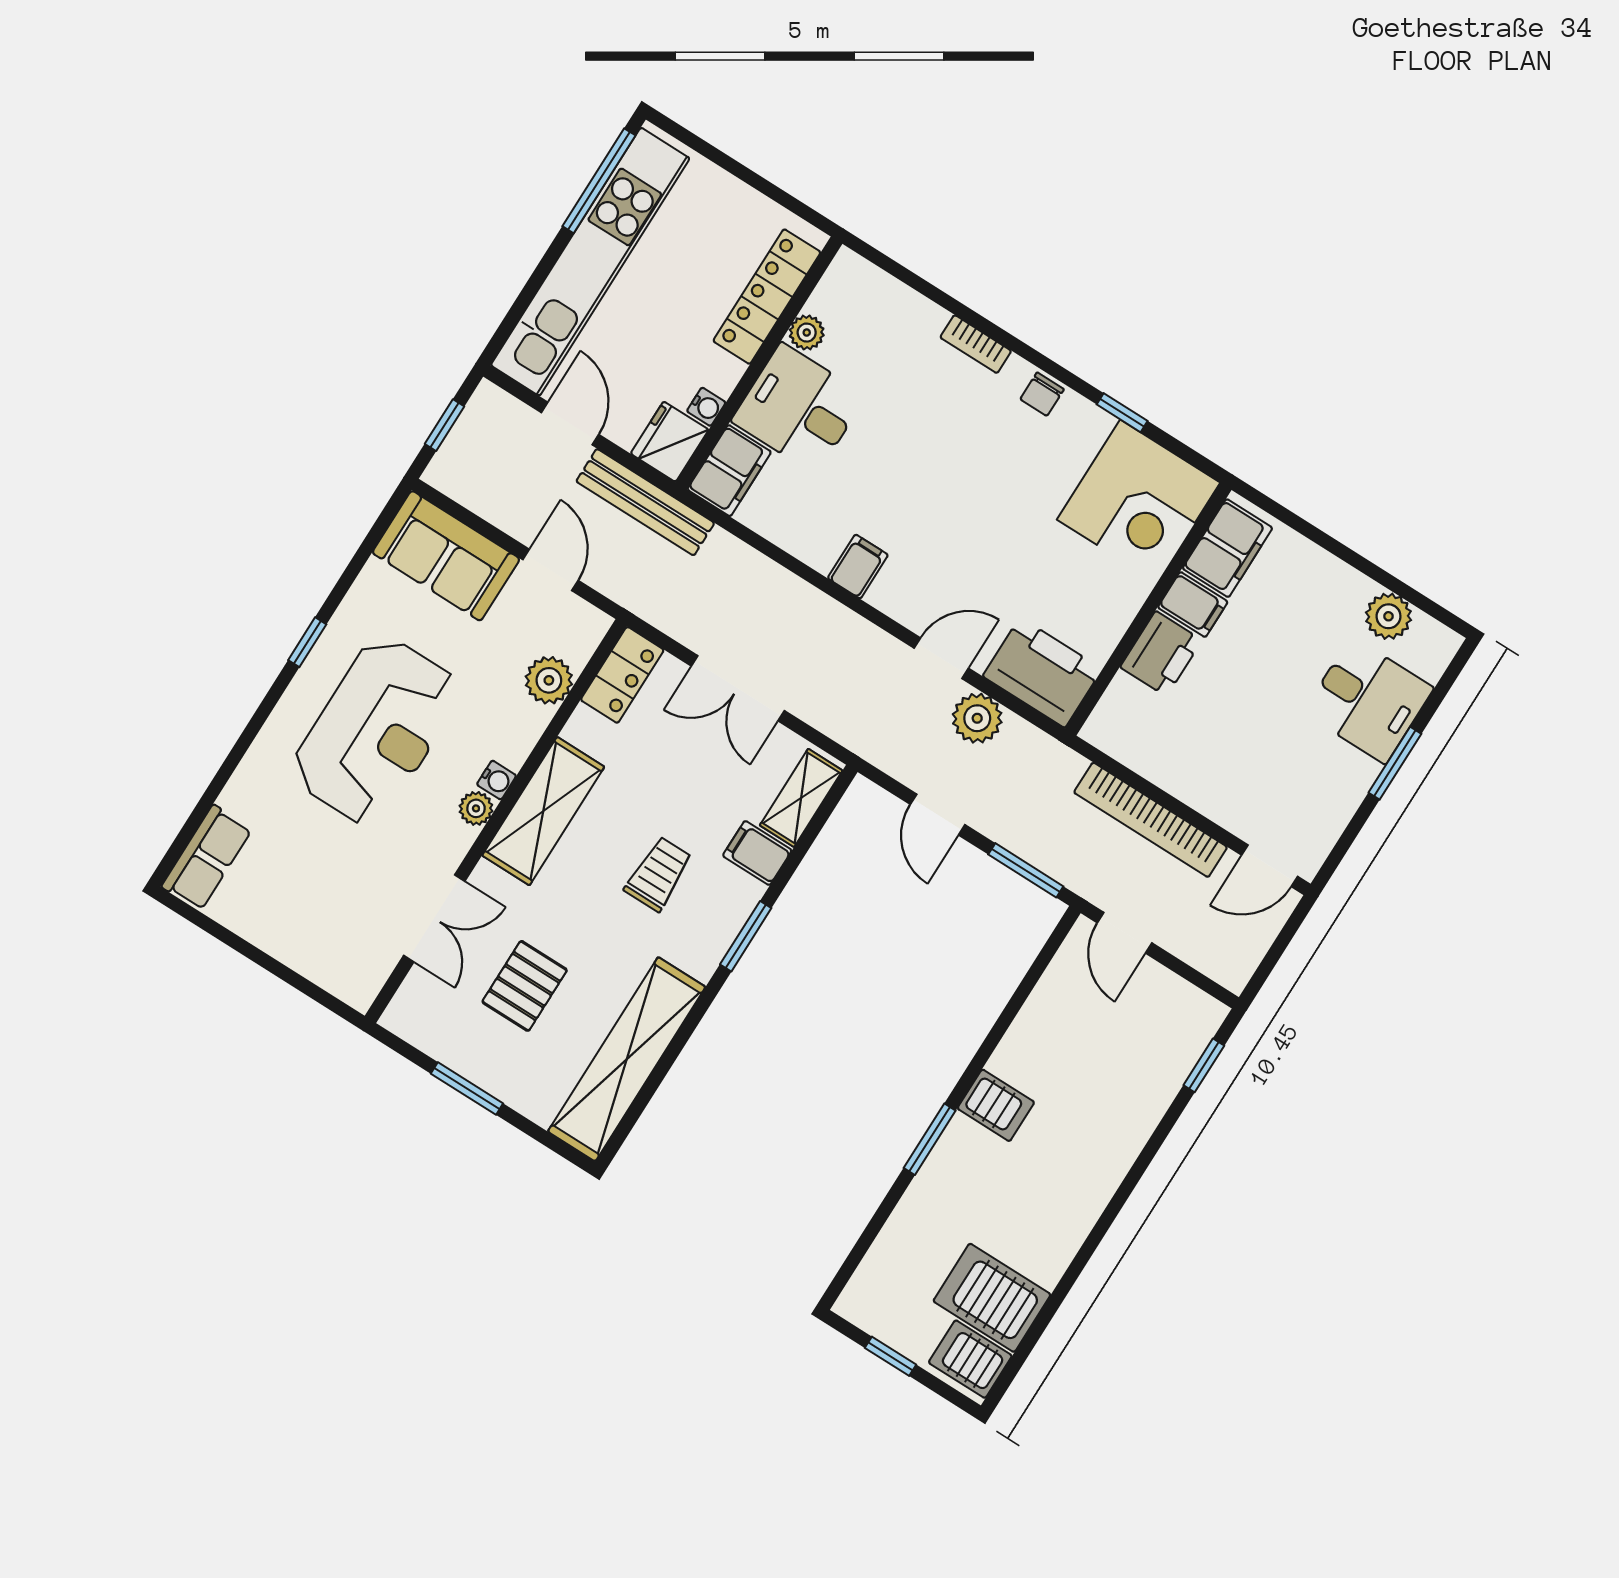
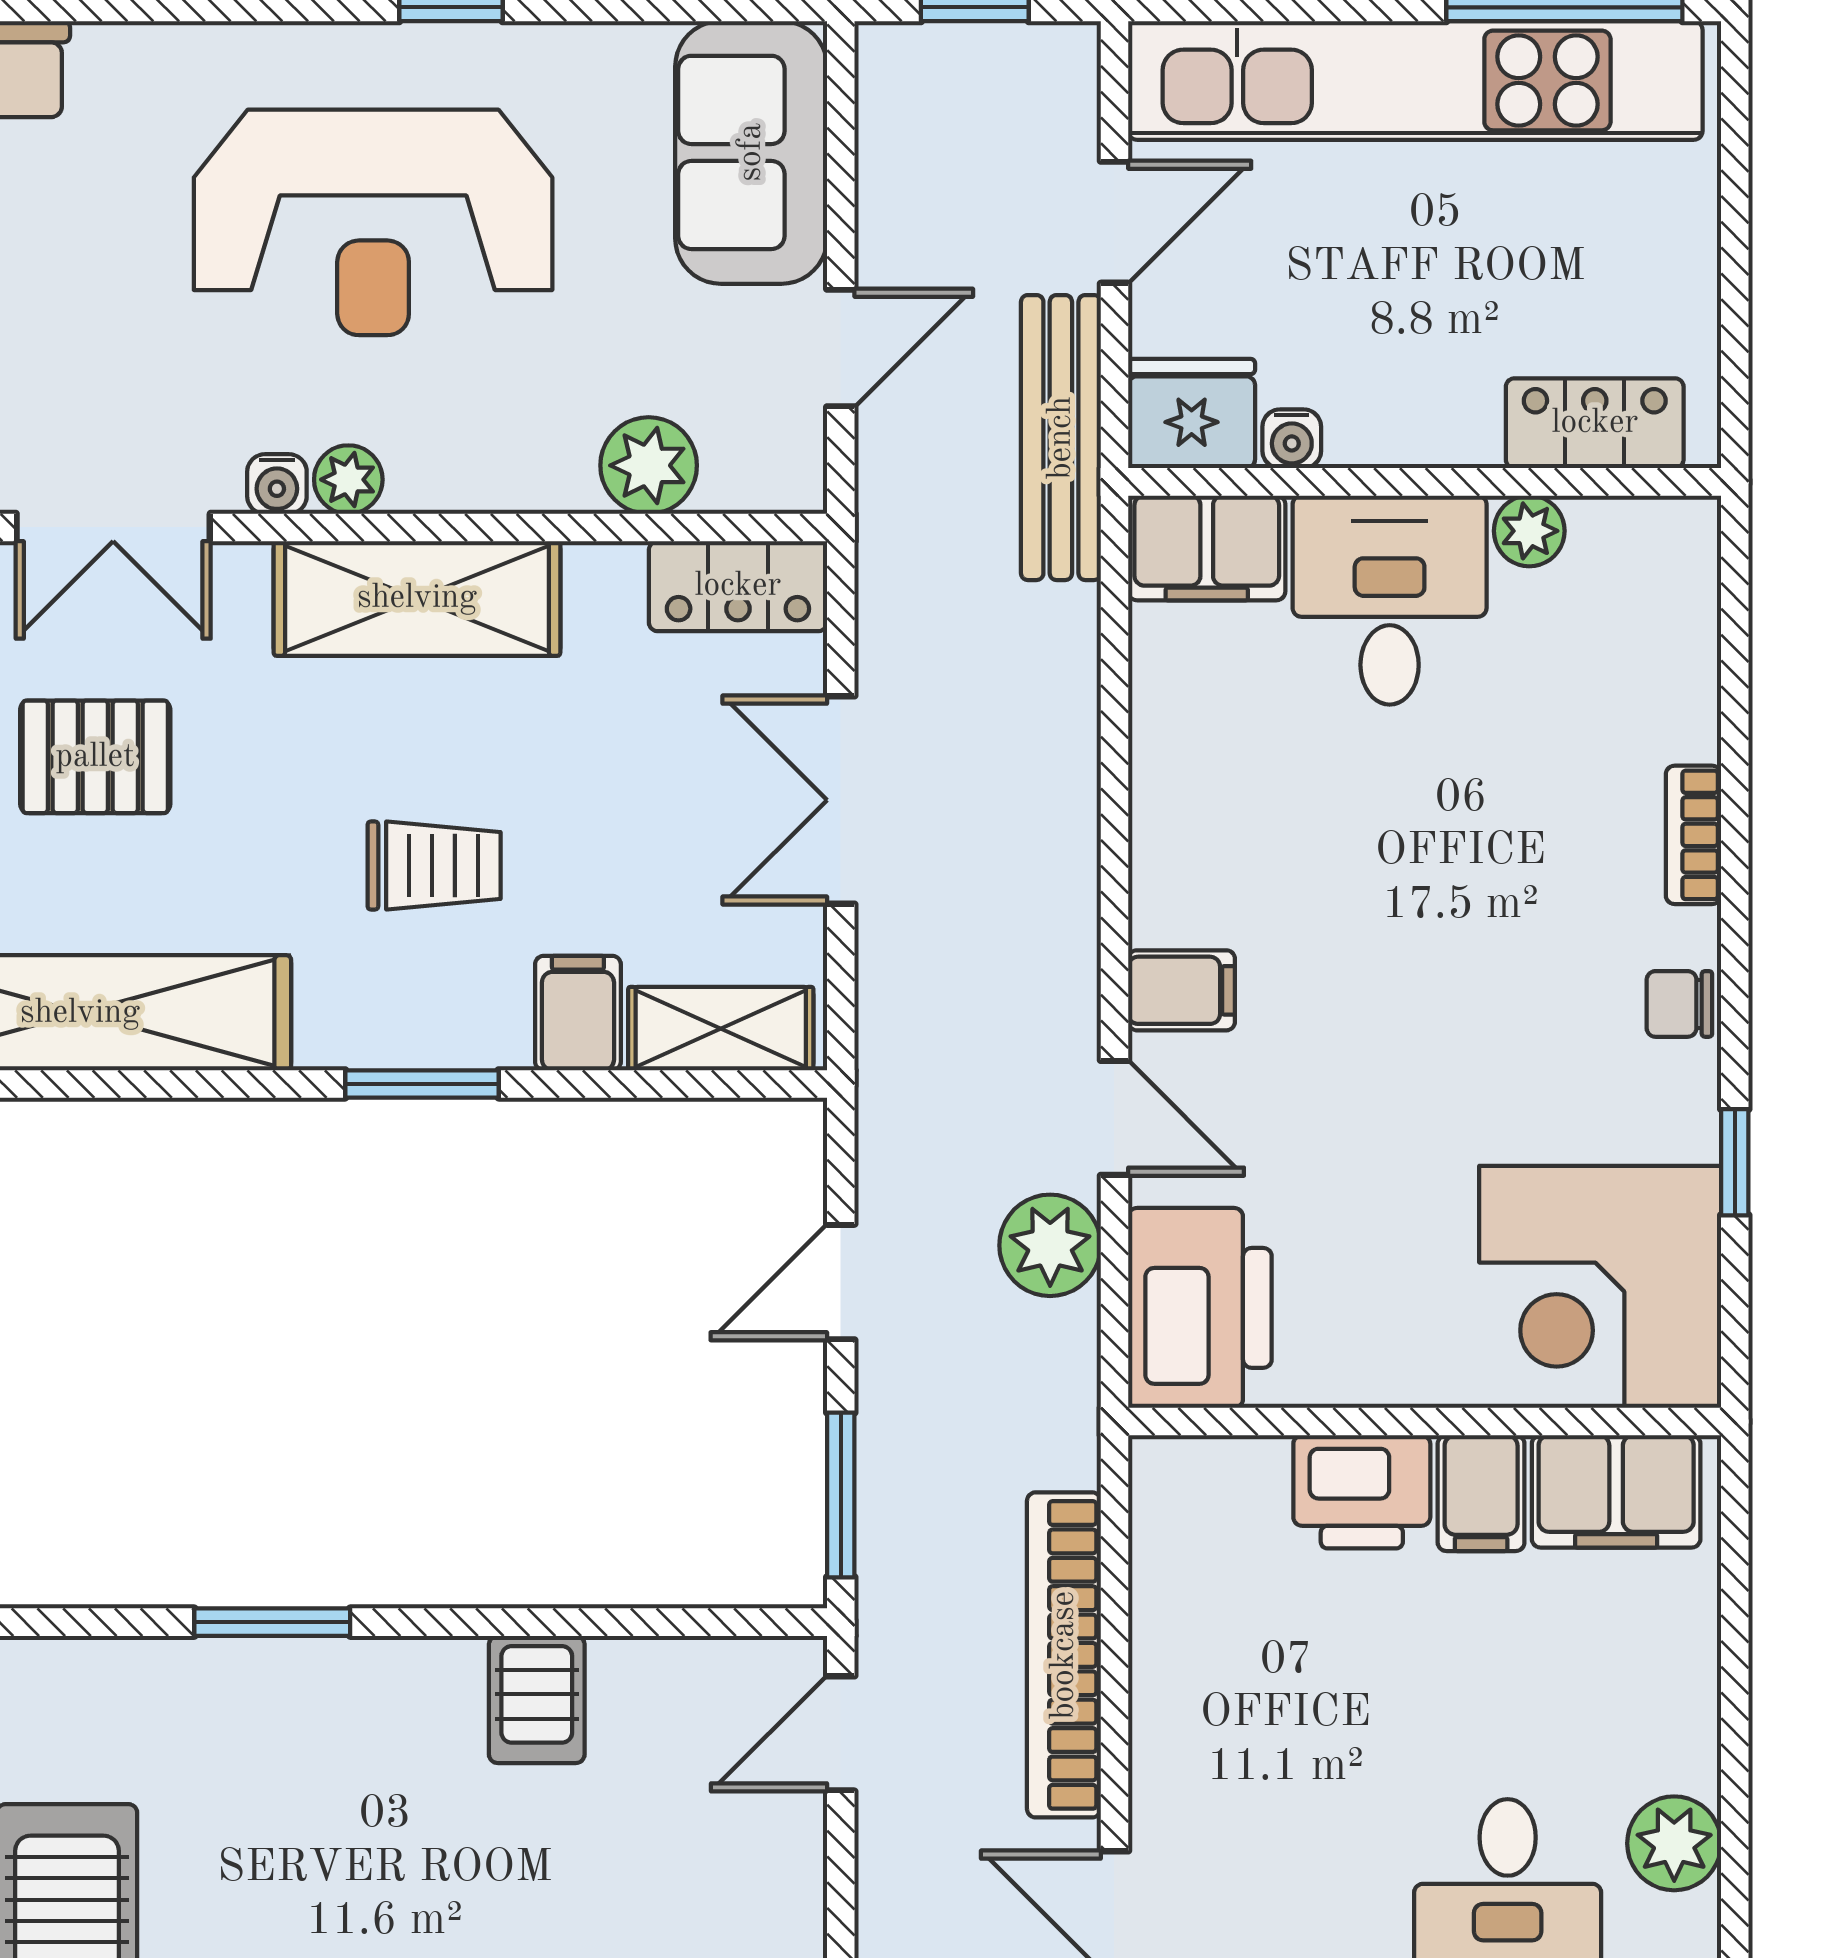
locker: (767, 297) -> (1595, 423), width x0.66
filing cabinet: (858, 567) -> (1182, 990), moved
water cooler: (497, 780) -> (277, 484), moved
server rack: (996, 1105) -> (537, 1699), moved

